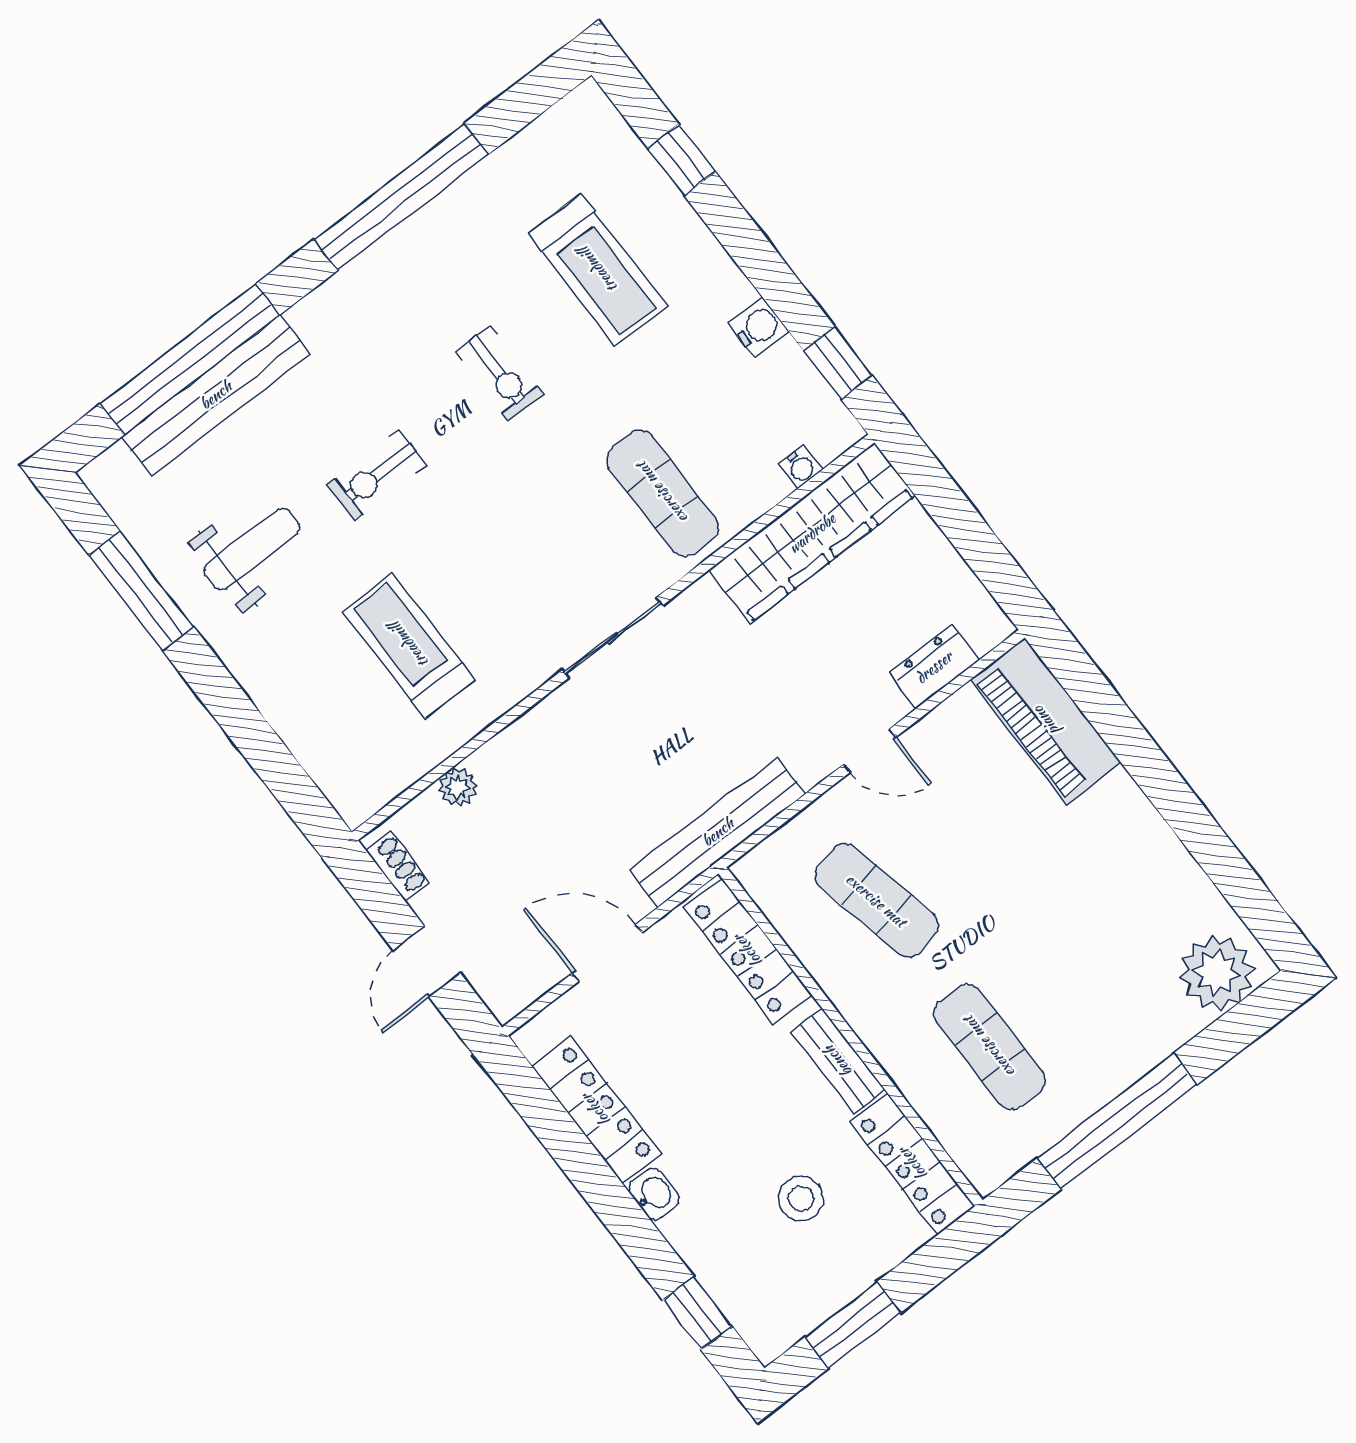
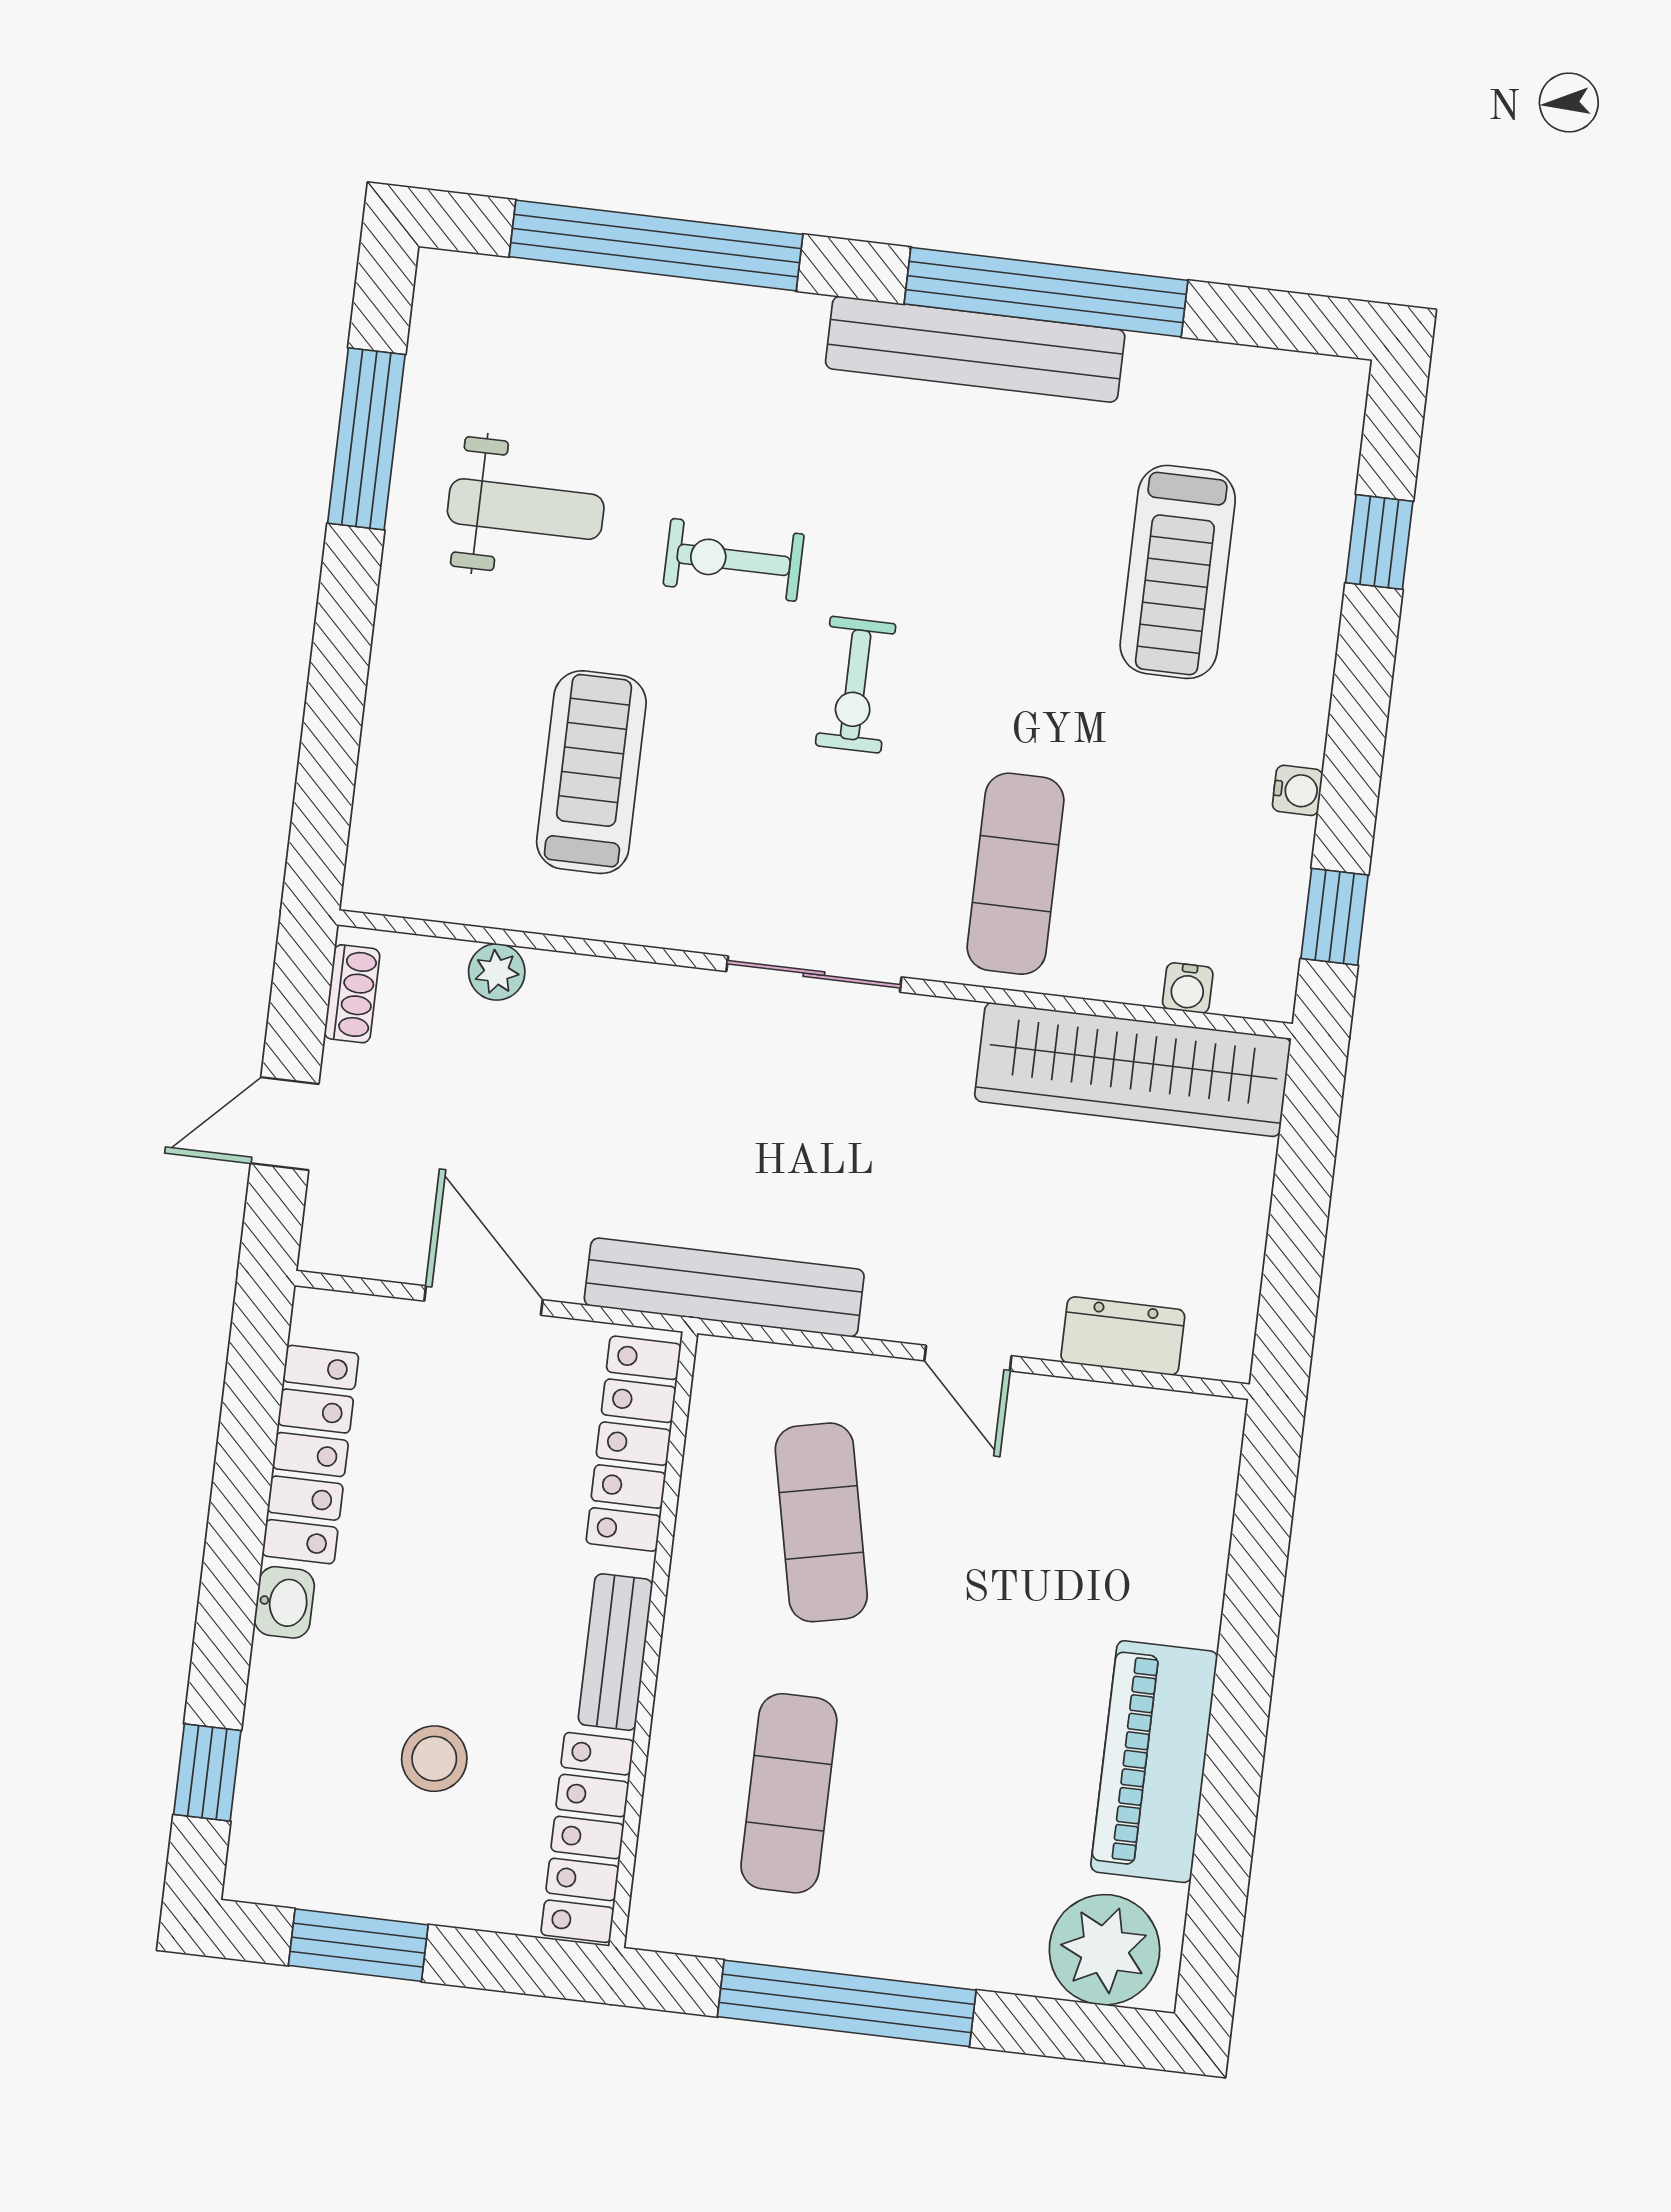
water cooler: (759, 327) -> (1297, 790), width x0.72, depth x0.72
exercise bike: (499, 373) -> (856, 685), moved
bench: (216, 395) -> (975, 349), moved
piano: (1046, 721) -> (1154, 1762), moved

